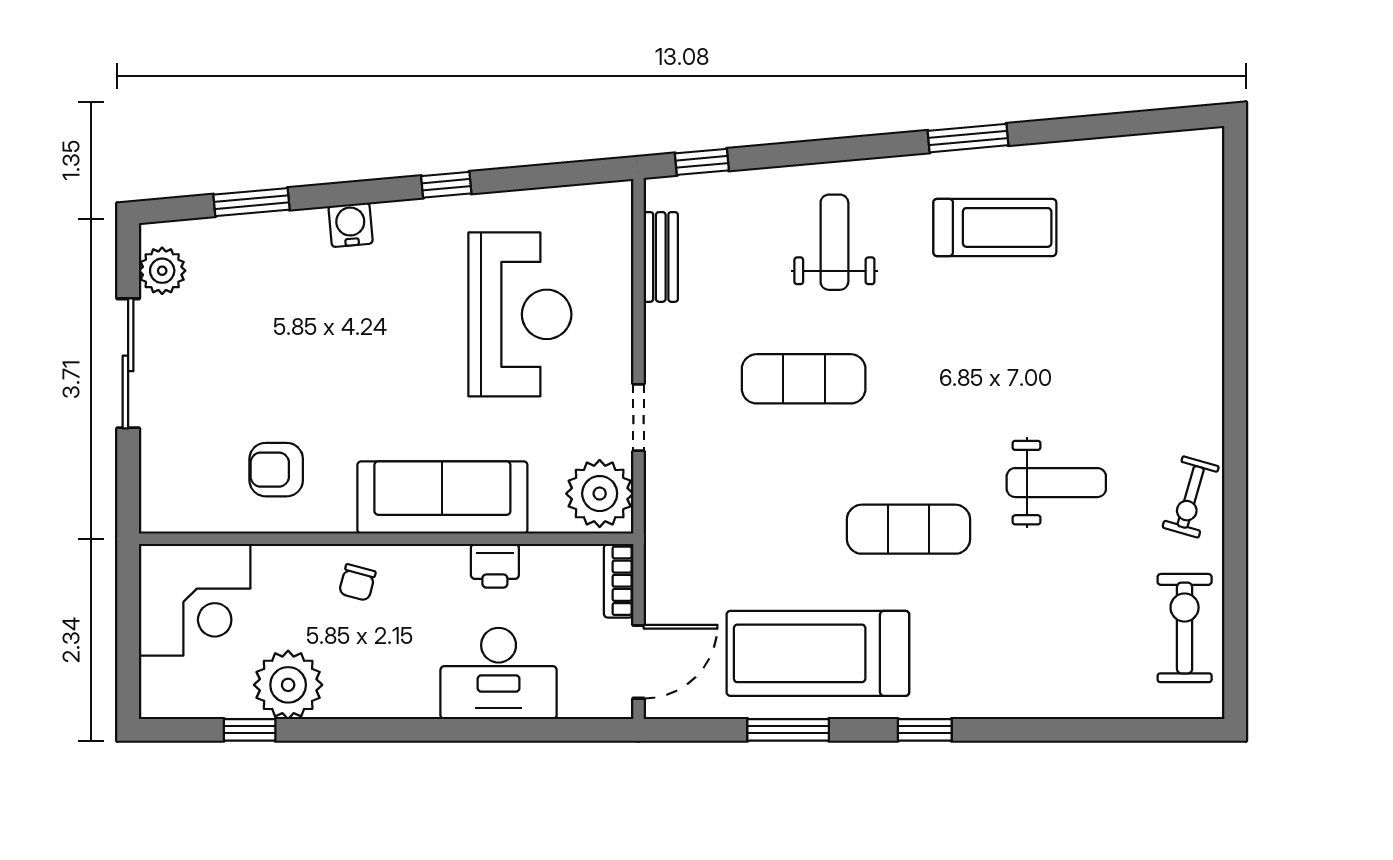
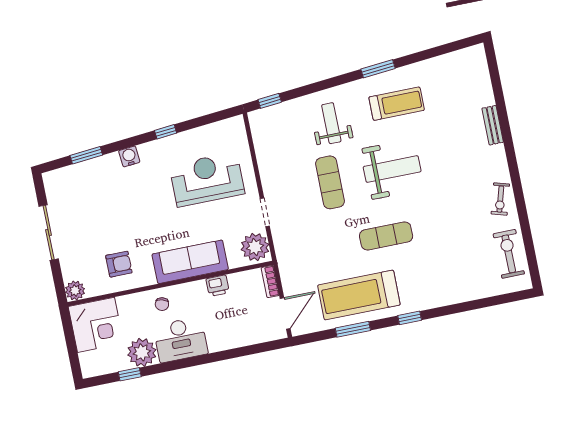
bench: (661, 257) -> (493, 125), moved
plant: (162, 271) -> (75, 291), moved
reception desk: (520, 314) -> (207, 179), turned -90
exercise mat: (804, 379) -> (330, 182), turned 90
armchair: (276, 470) -> (119, 264), turned 180
weight bench: (1056, 483) -> (392, 169), moved, width x1.36, depth x1.33
desk: (499, 673) -> (181, 340), moved

